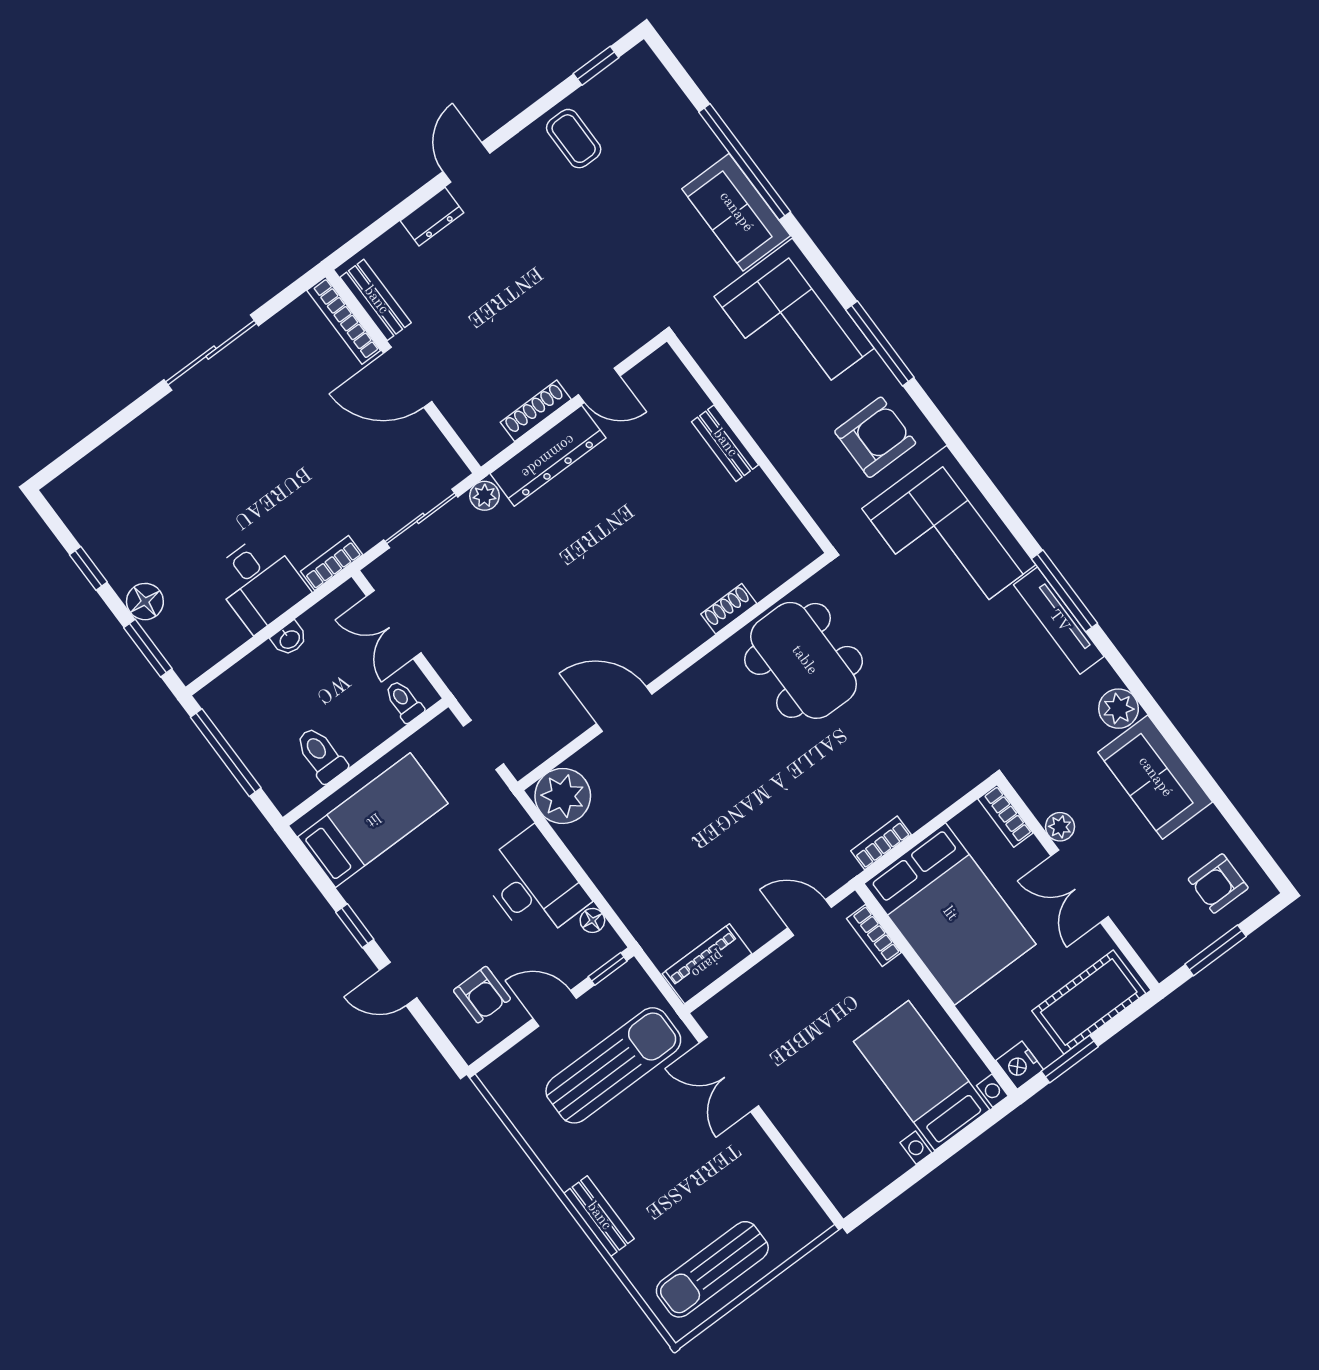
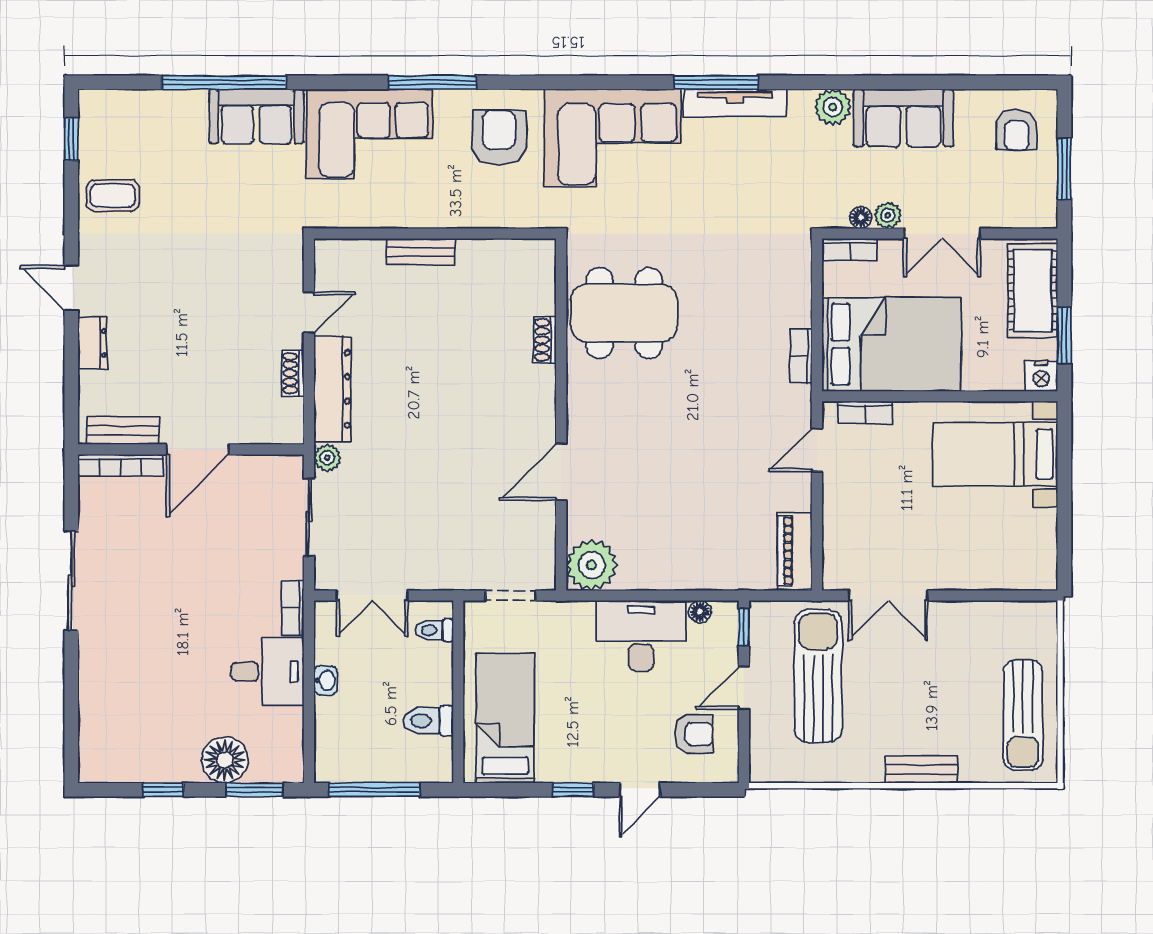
shoe rack: (536, 411) -> (293, 373), width x0.70
floor lamp: (145, 602) -> (225, 760), width x1.38, depth x1.38
floor lamp: (1041, 805) -> (861, 218), added

